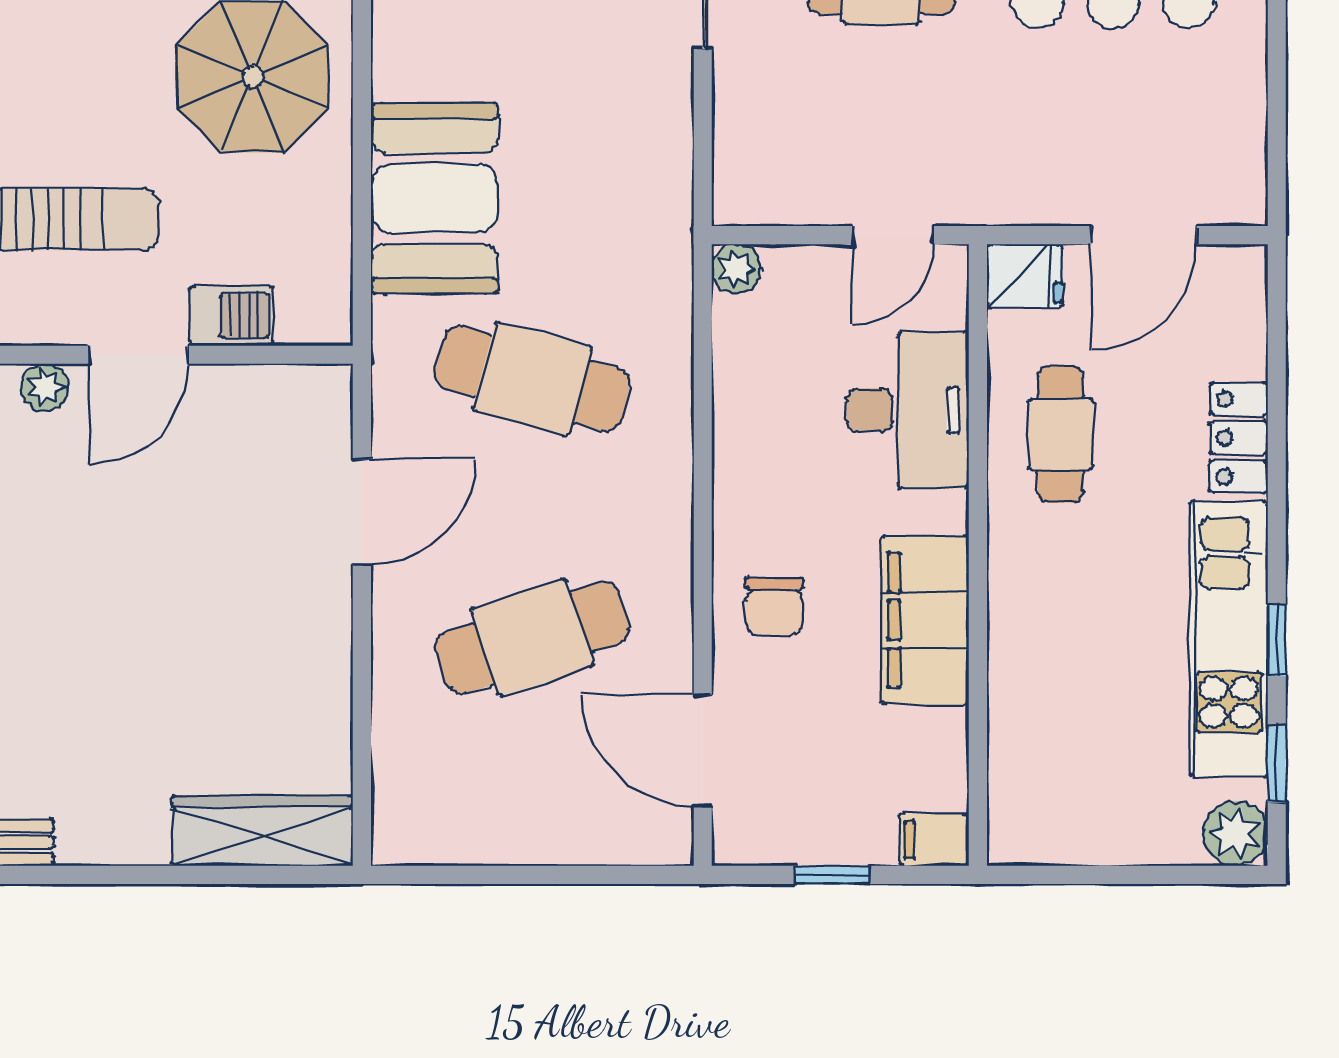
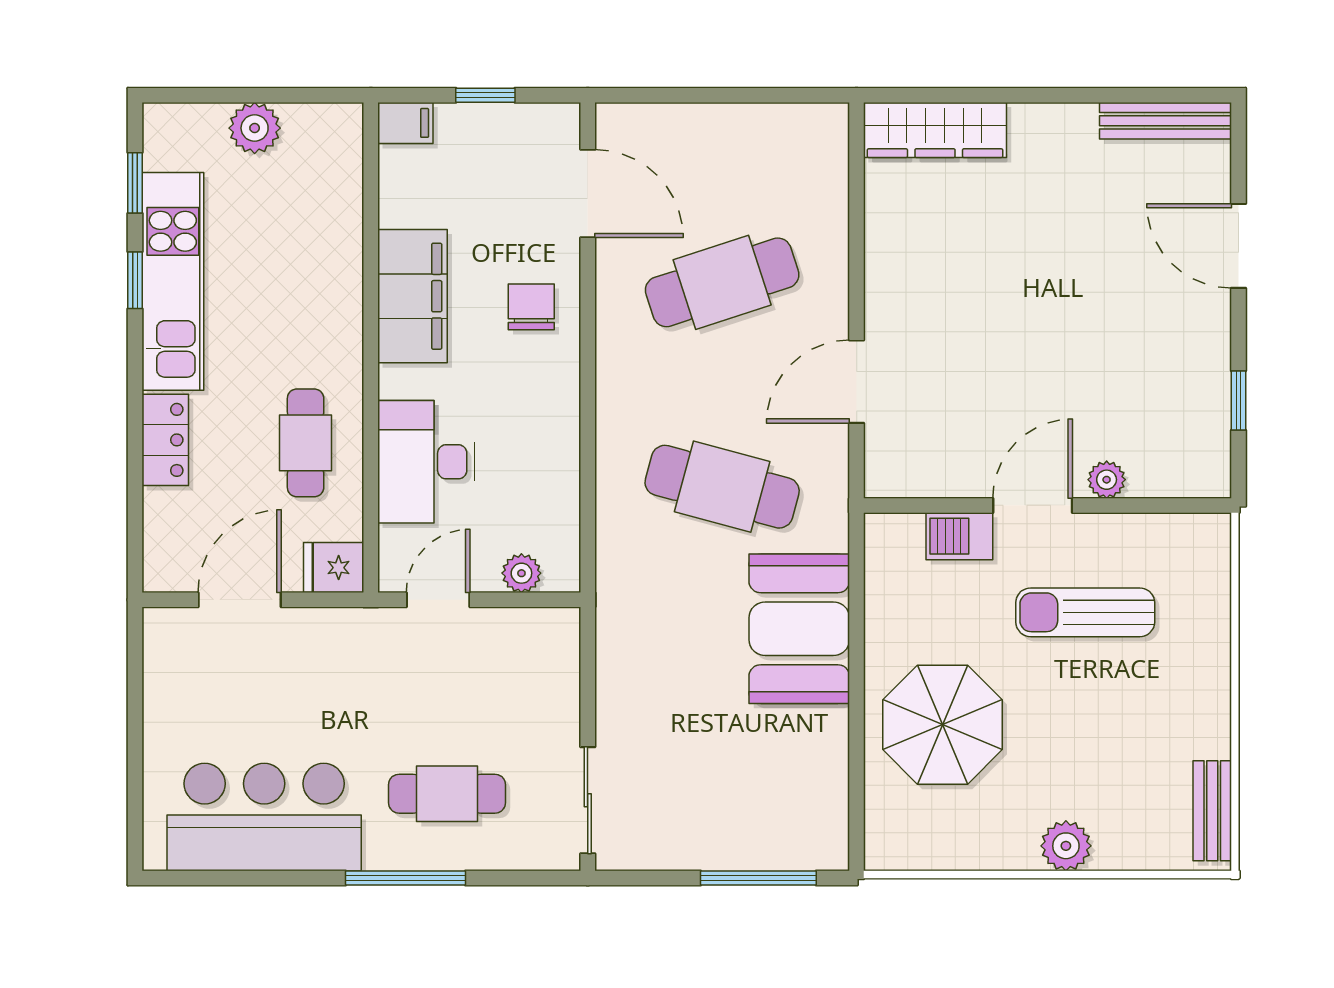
plant: (736, 269) -> (521, 573), moved
plant: (1235, 833) -> (255, 128), moved

